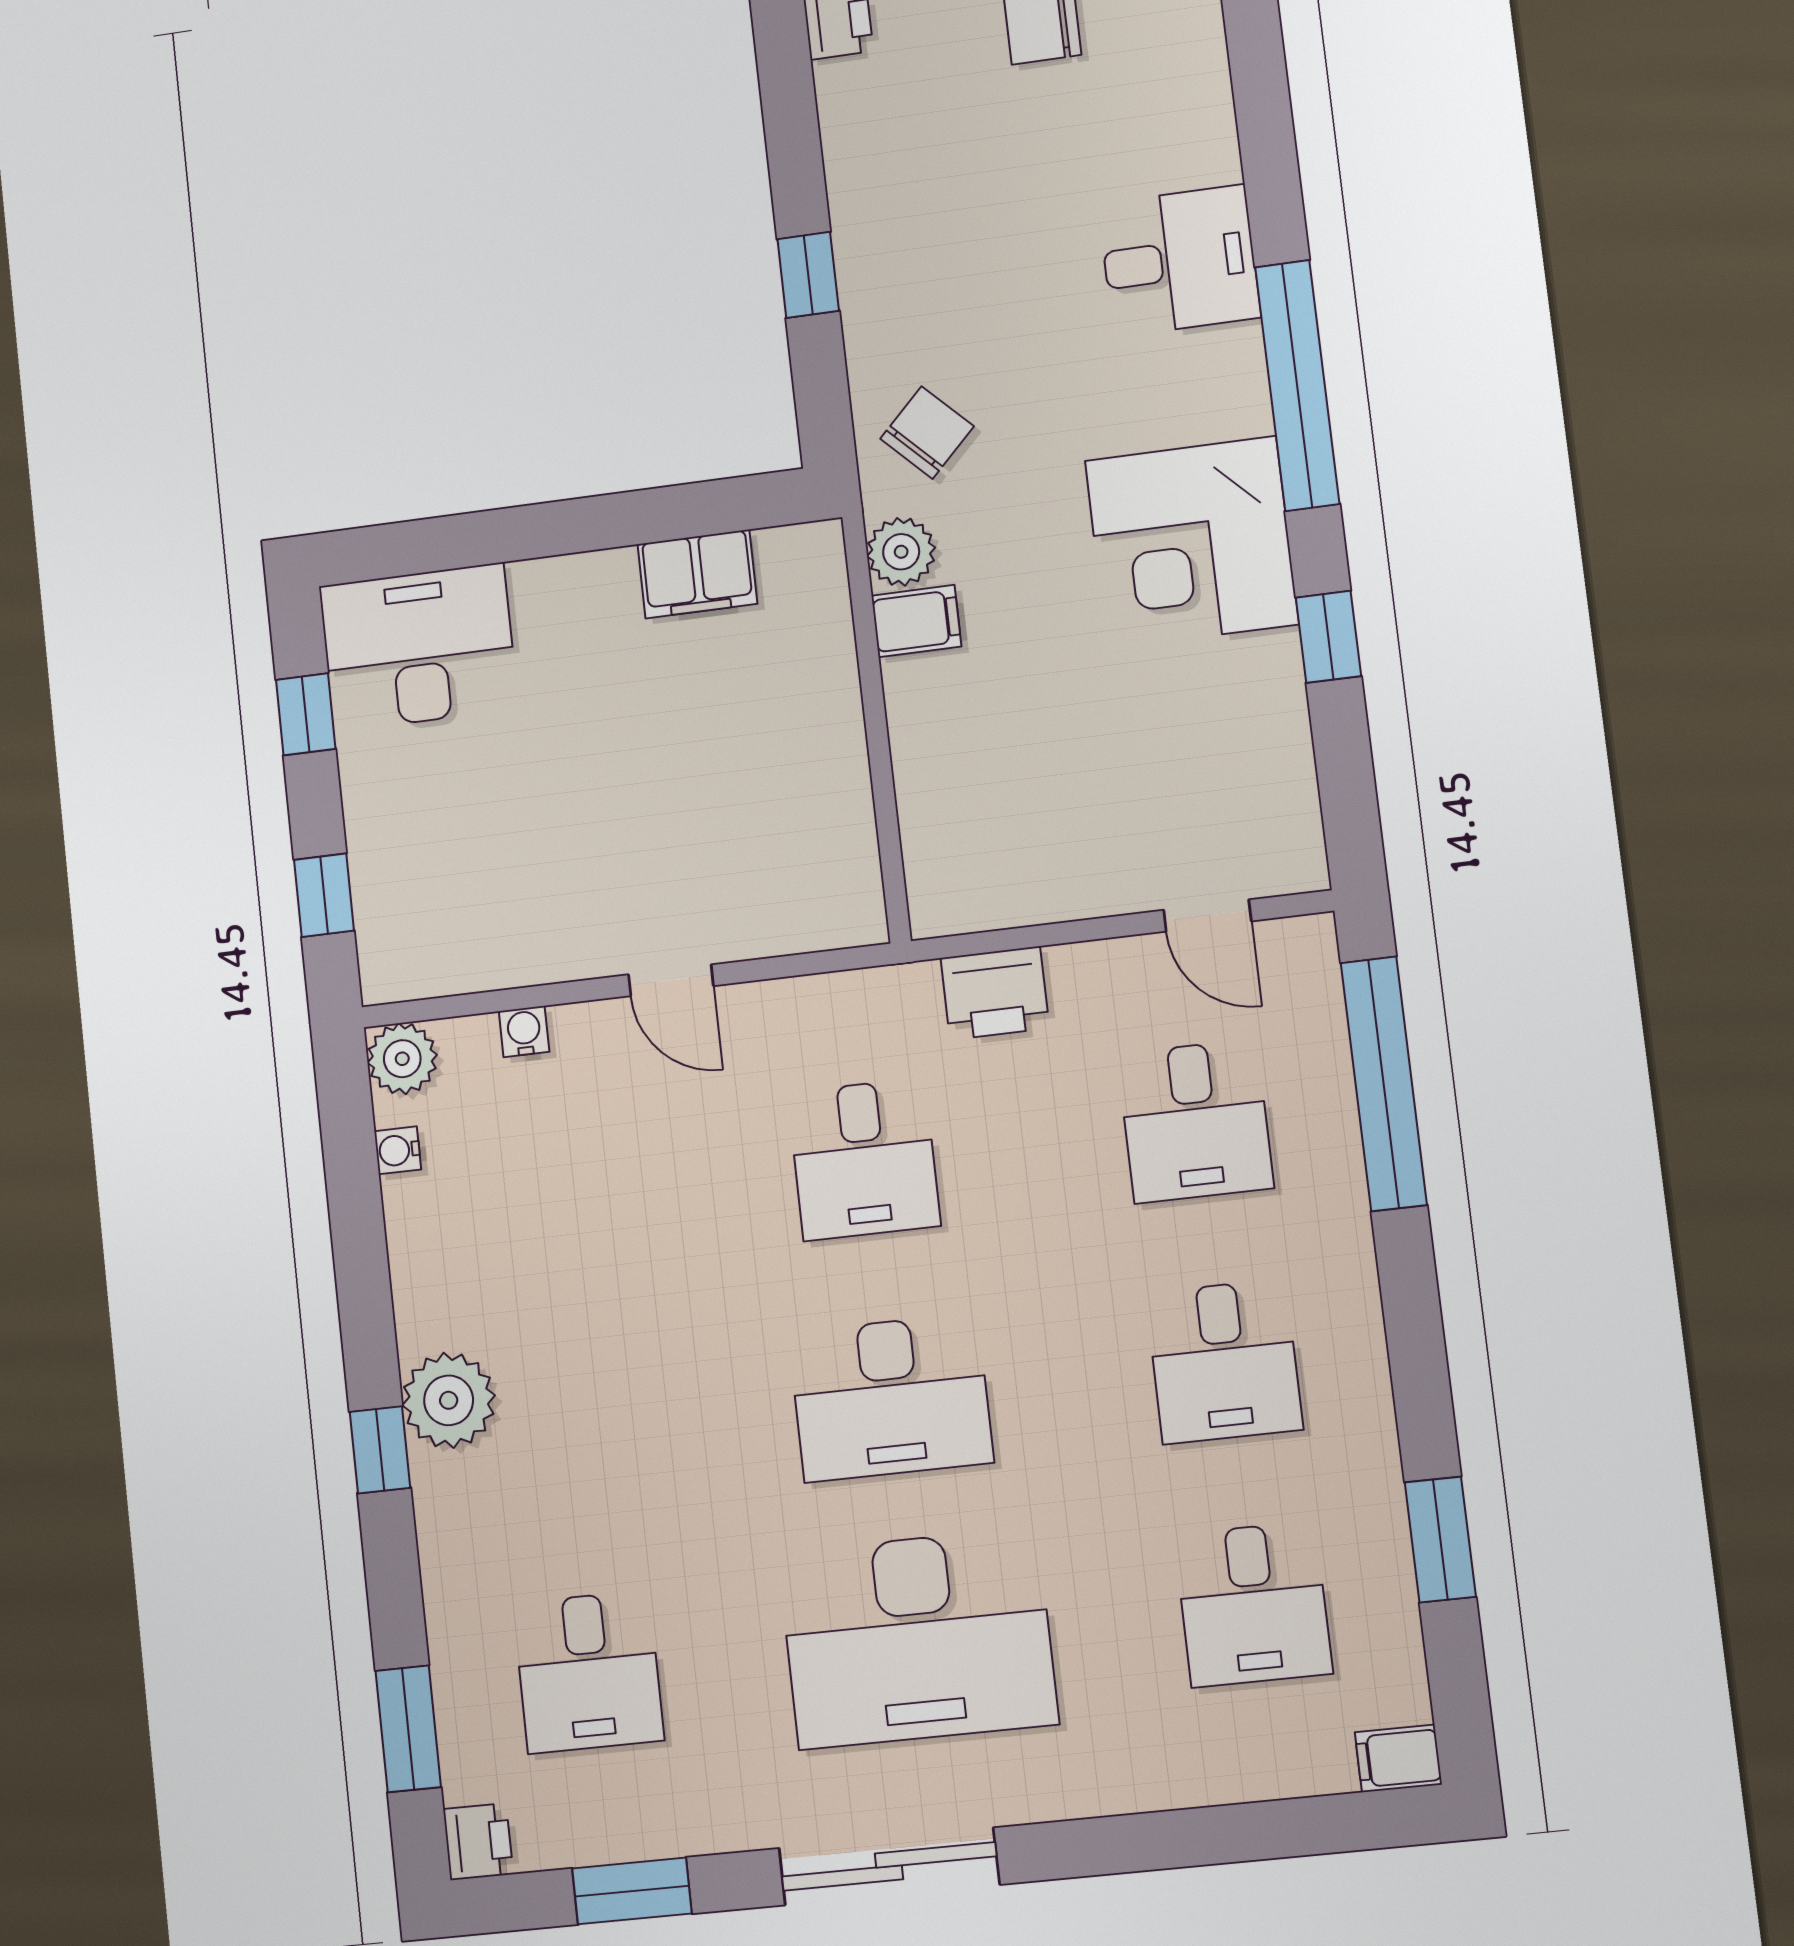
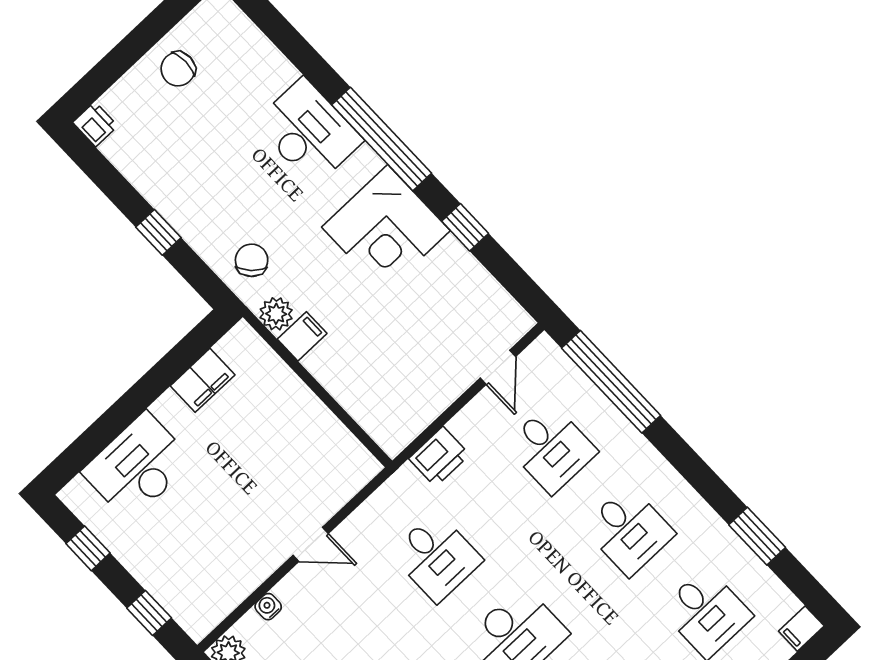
desk: (1179, 261) -> (309, 132), width x1.37
desk: (419, 647) -> (138, 466), moved
door: (1207, 916) -> (498, 367), hinge flipped

